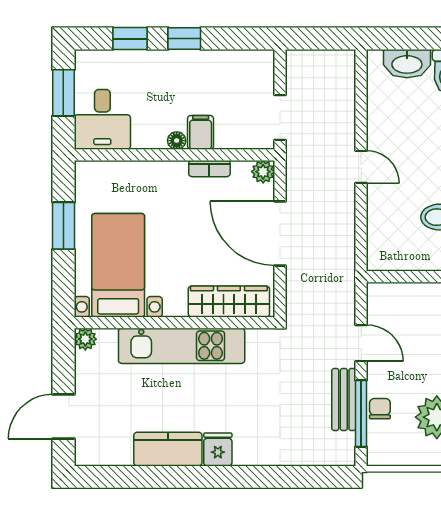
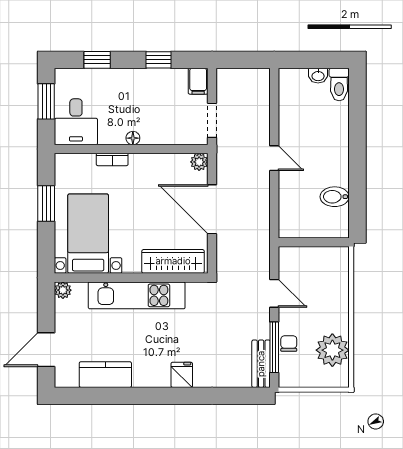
window: (184, 39) -> (159, 60), moved
washbasin: (407, 64) -> (318, 76), width x0.52, depth x0.69
filing cabinet: (201, 132) -> (198, 81), moved, turned 180
bookcase: (209, 169) -> (112, 159), moved
bench: (344, 400) -> (261, 364), moved
kitchen counter: (168, 449) -> (105, 375), moved
fridge: (218, 449) -> (182, 375), moved

